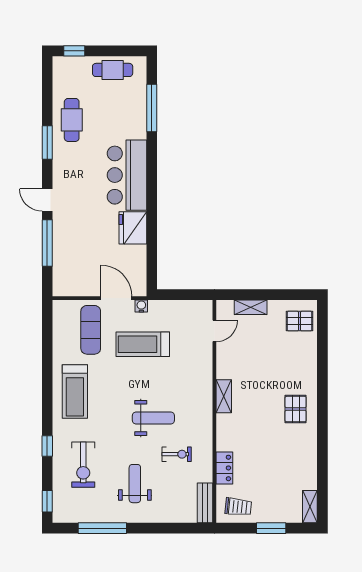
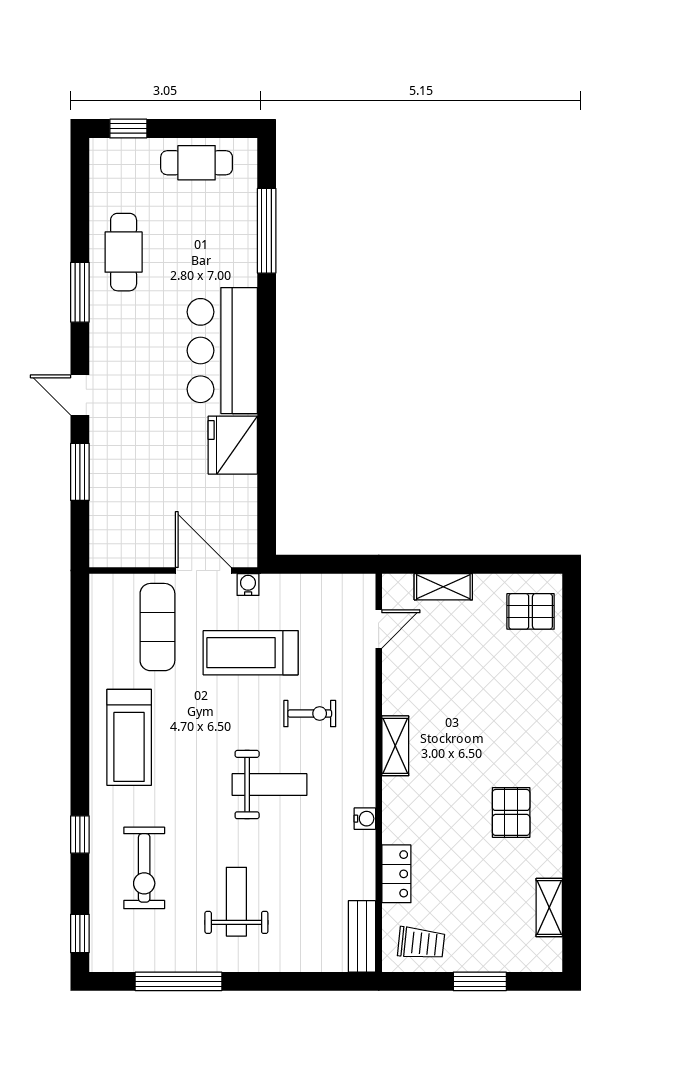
window: (47, 243) -> (80, 472), width x0.69
pallet: (296, 409) -> (511, 812), moved
water cooler: (207, 437) -> (365, 819), added
exercise bike: (177, 454) -> (310, 714), moved
shelving: (310, 507) -> (549, 908), moved

